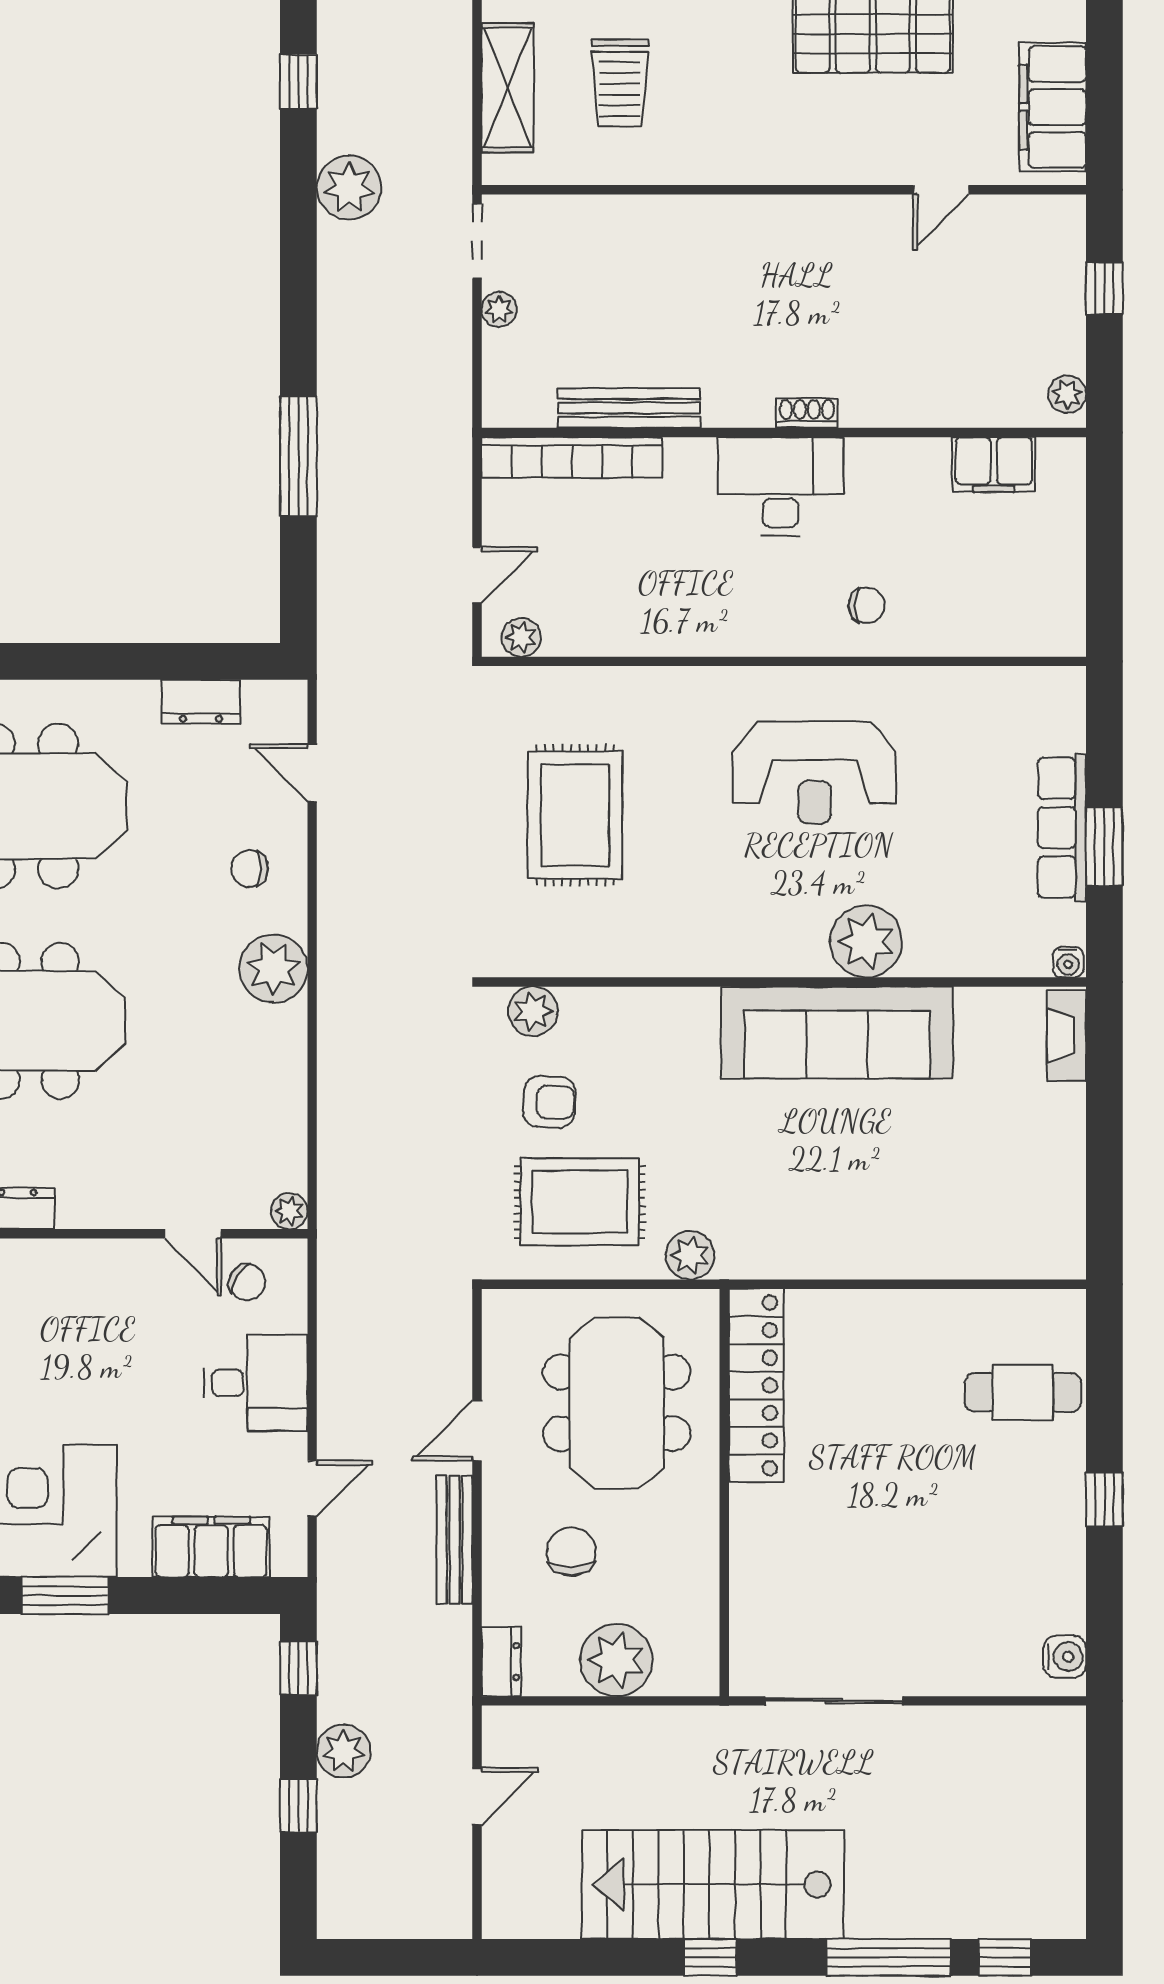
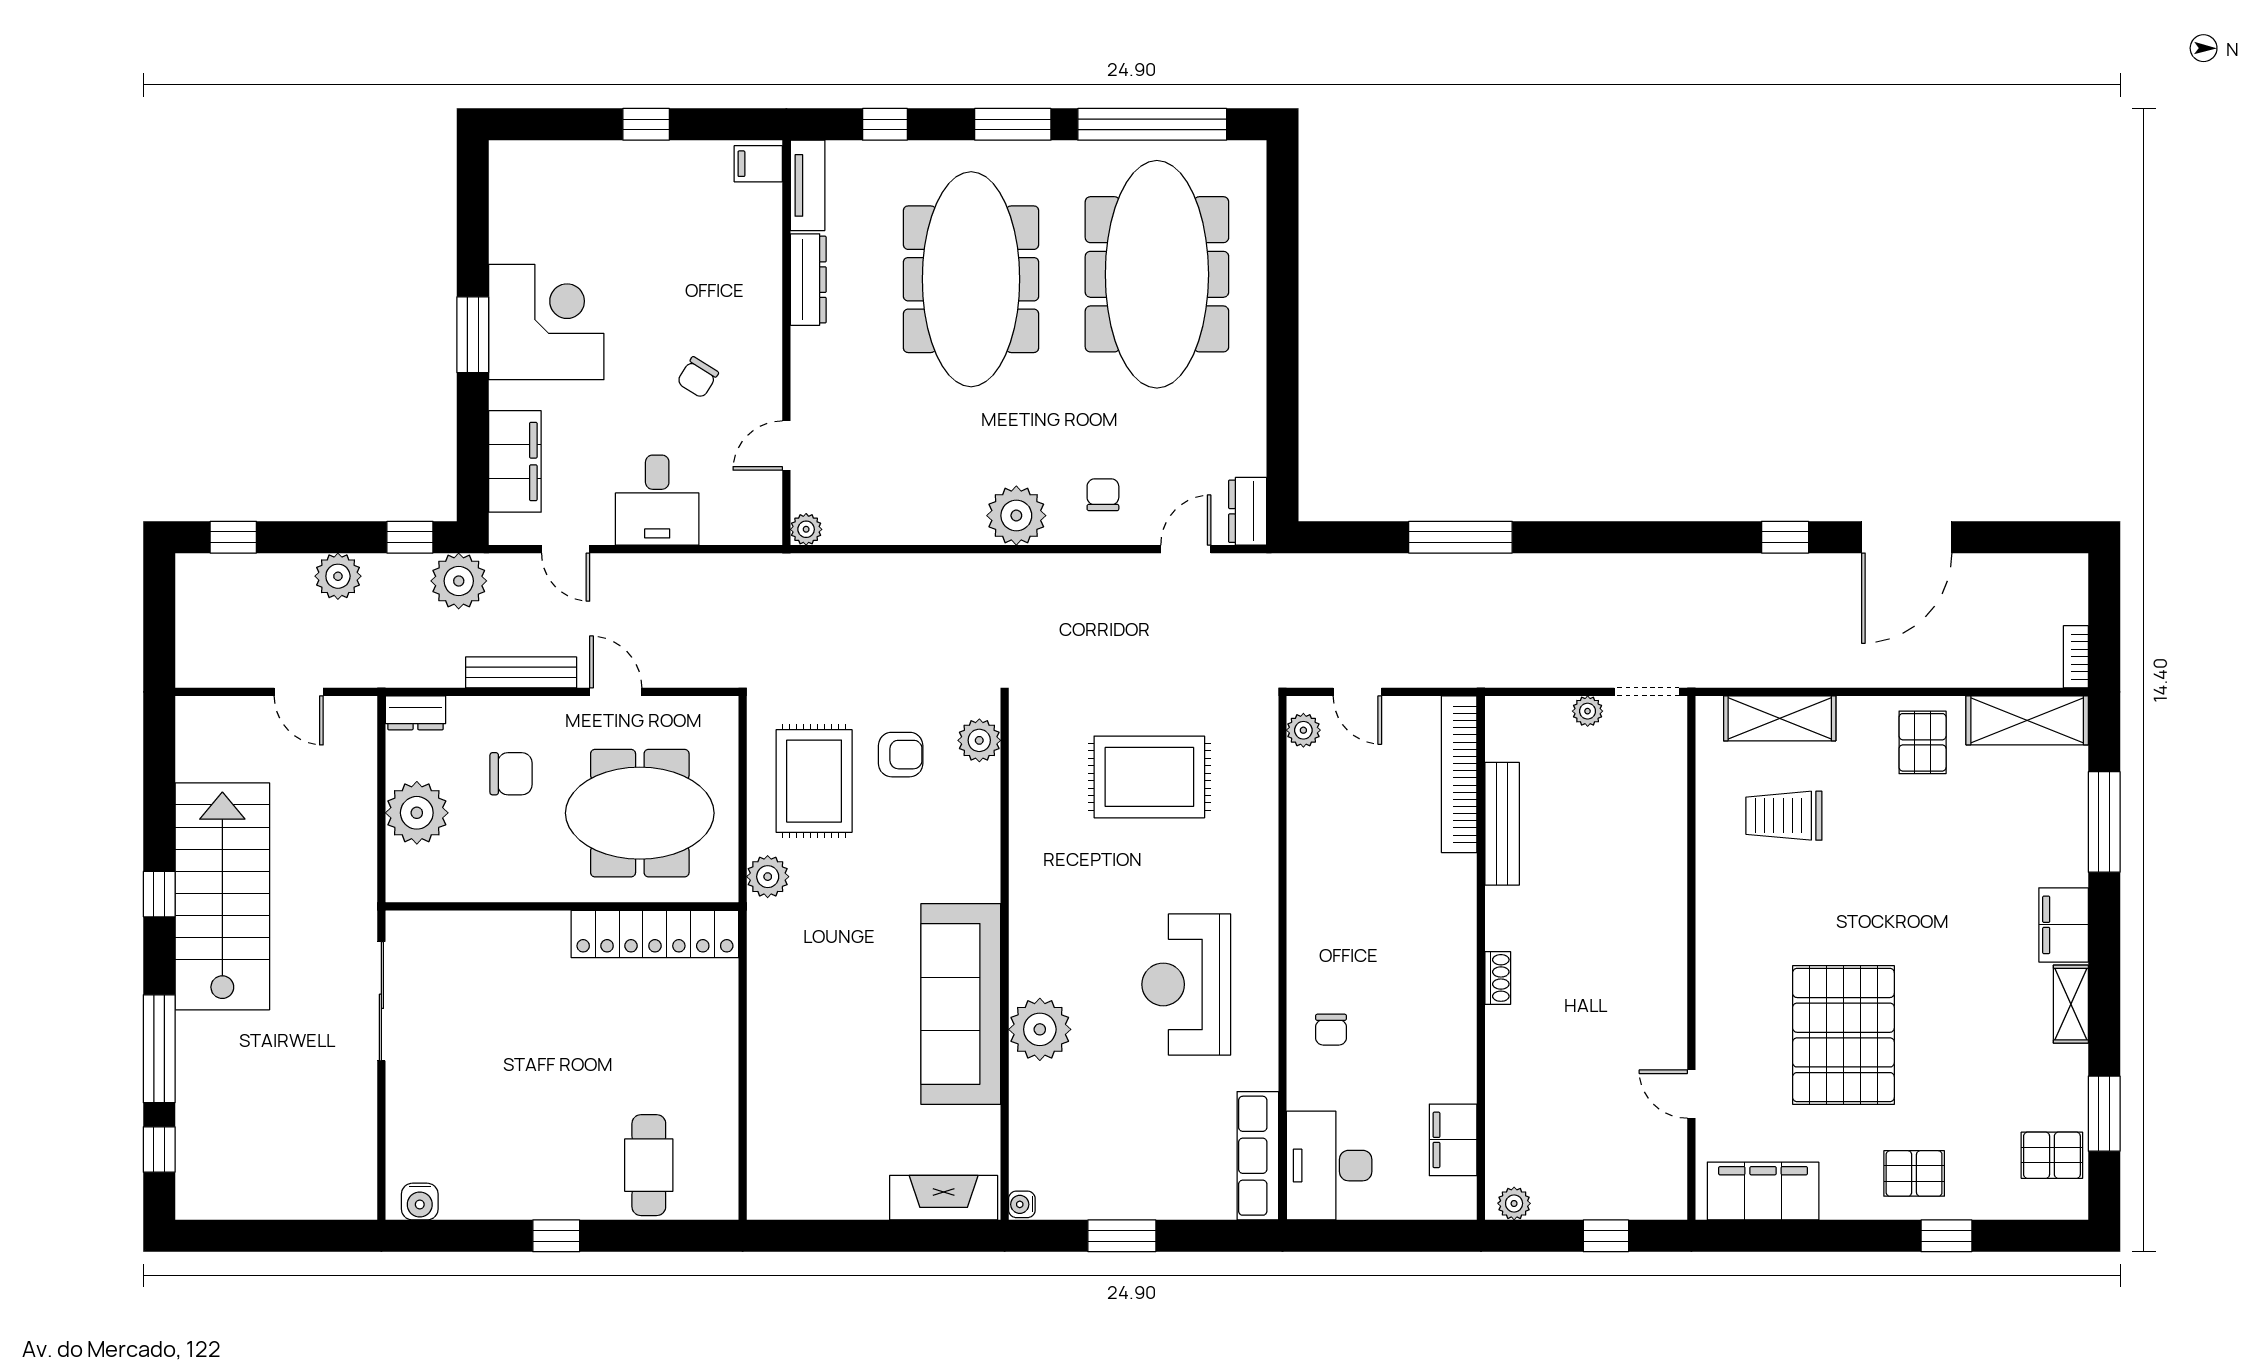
plant: (349, 188) -> (459, 581), moved
desk: (781, 486) -> (1329, 1166), moved, turned 180
dresser: (201, 702) -> (1248, 511), moved
row of seats: (1062, 828) -> (1258, 1156), moved, turned -90
fireplace: (1067, 1036) -> (944, 1198), width x1.37, depth x1.32
armchair: (549, 1102) -> (901, 755), turned -93
chair: (247, 1282) -> (698, 377), moved
window: (298, 1805) -> (233, 537), moved

